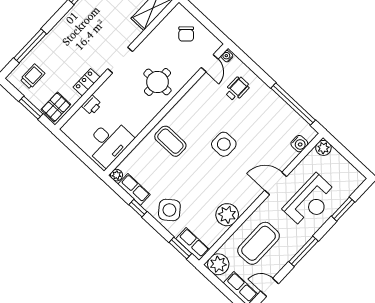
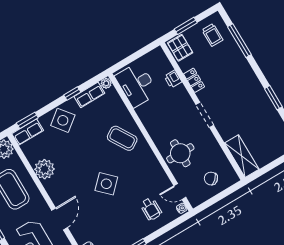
round table: (157, 82) -> (180, 153), moved
coffee table: (170, 141) -> (122, 138), turned 59
side table: (224, 144) -> (106, 184), turned 45

